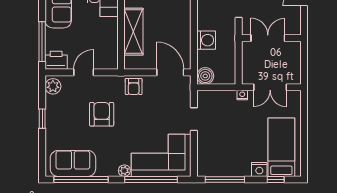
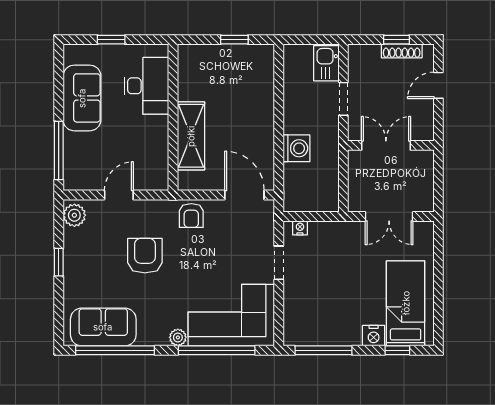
printer: (56, 60) -> (79, 177), removed
boiler: (205, 76) -> (295, 200), removed
nightstand: (242, 95) -> (300, 228), moved

